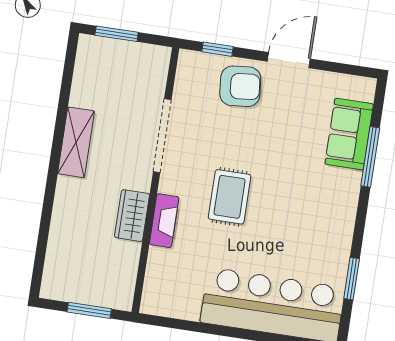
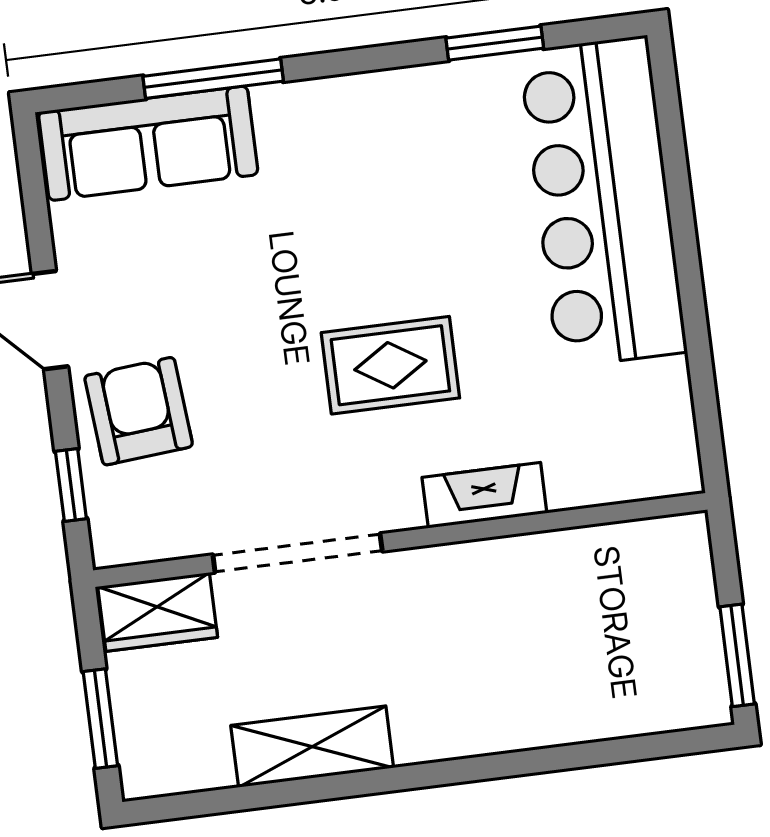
sofa: (349, 134) -> (148, 143), width x1.36
shelving: (76, 142) -> (312, 747), moved
wardrobe: (132, 216) -> (158, 612), moved
window: (89, 310) -> (737, 655), moved

